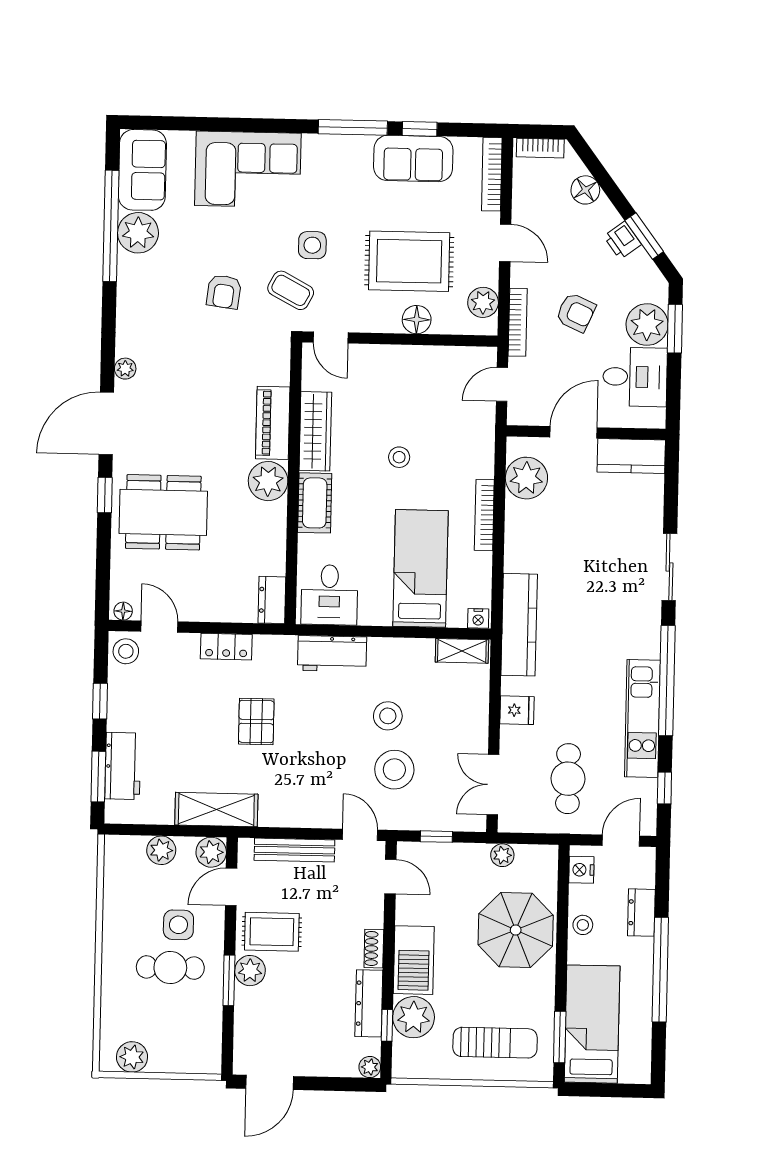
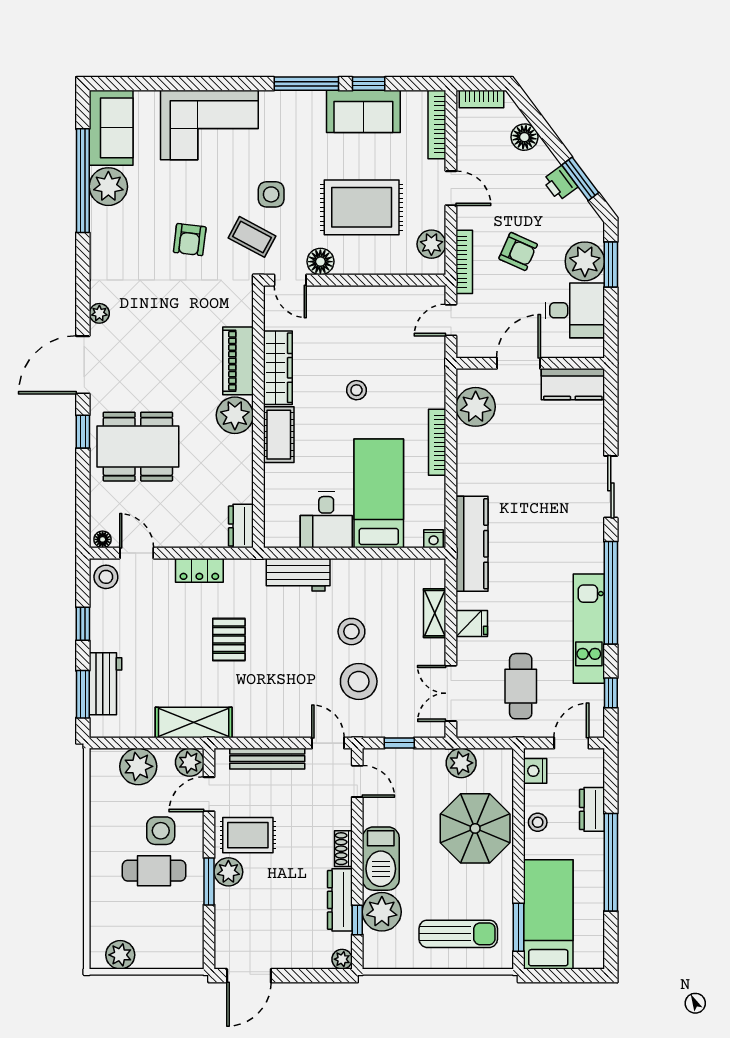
floor lamp: (417, 320) -> (320, 262), moved
desk: (329, 595) -> (326, 520), moved
shelving: (462, 651) -> (435, 613), moved, turned 90
plant: (161, 850) -> (138, 766), width x1.36, depth x1.36
plant: (502, 855) -> (461, 763), width x1.38, depth x1.38

